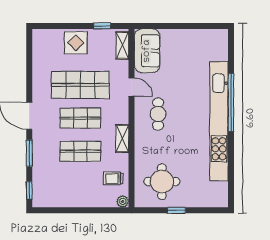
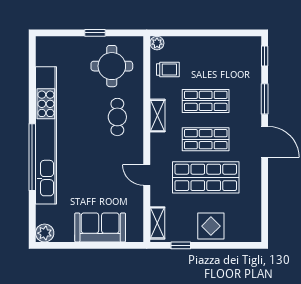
plant: (220, 37) -> (45, 233), added
sofa: (147, 51) -> (100, 227), moved, turned 90
cafe table: (158, 114) -> (117, 117), moved

